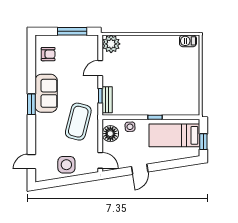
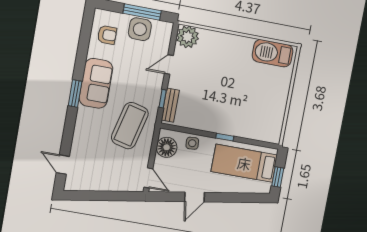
barbecue: (188, 41) -> (273, 53), width x1.88, depth x1.53
door: (31, 162) -> (63, 165), hinge flipped
side table: (66, 165) -> (140, 29), moved

